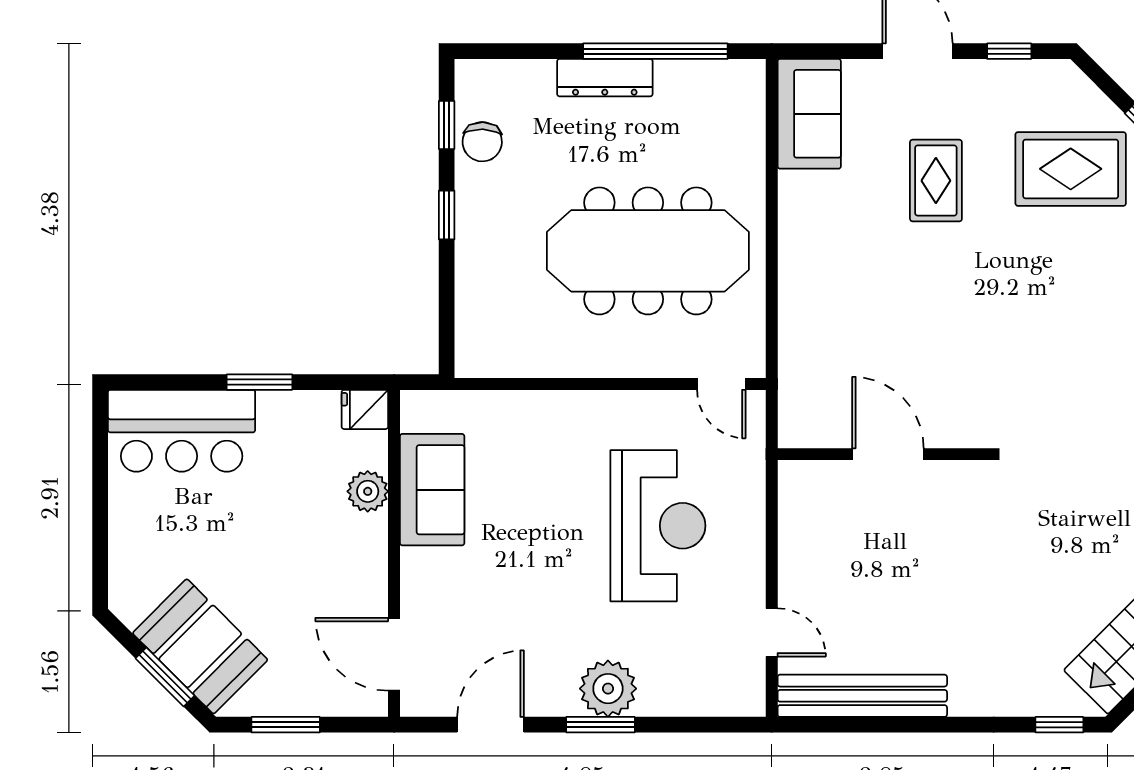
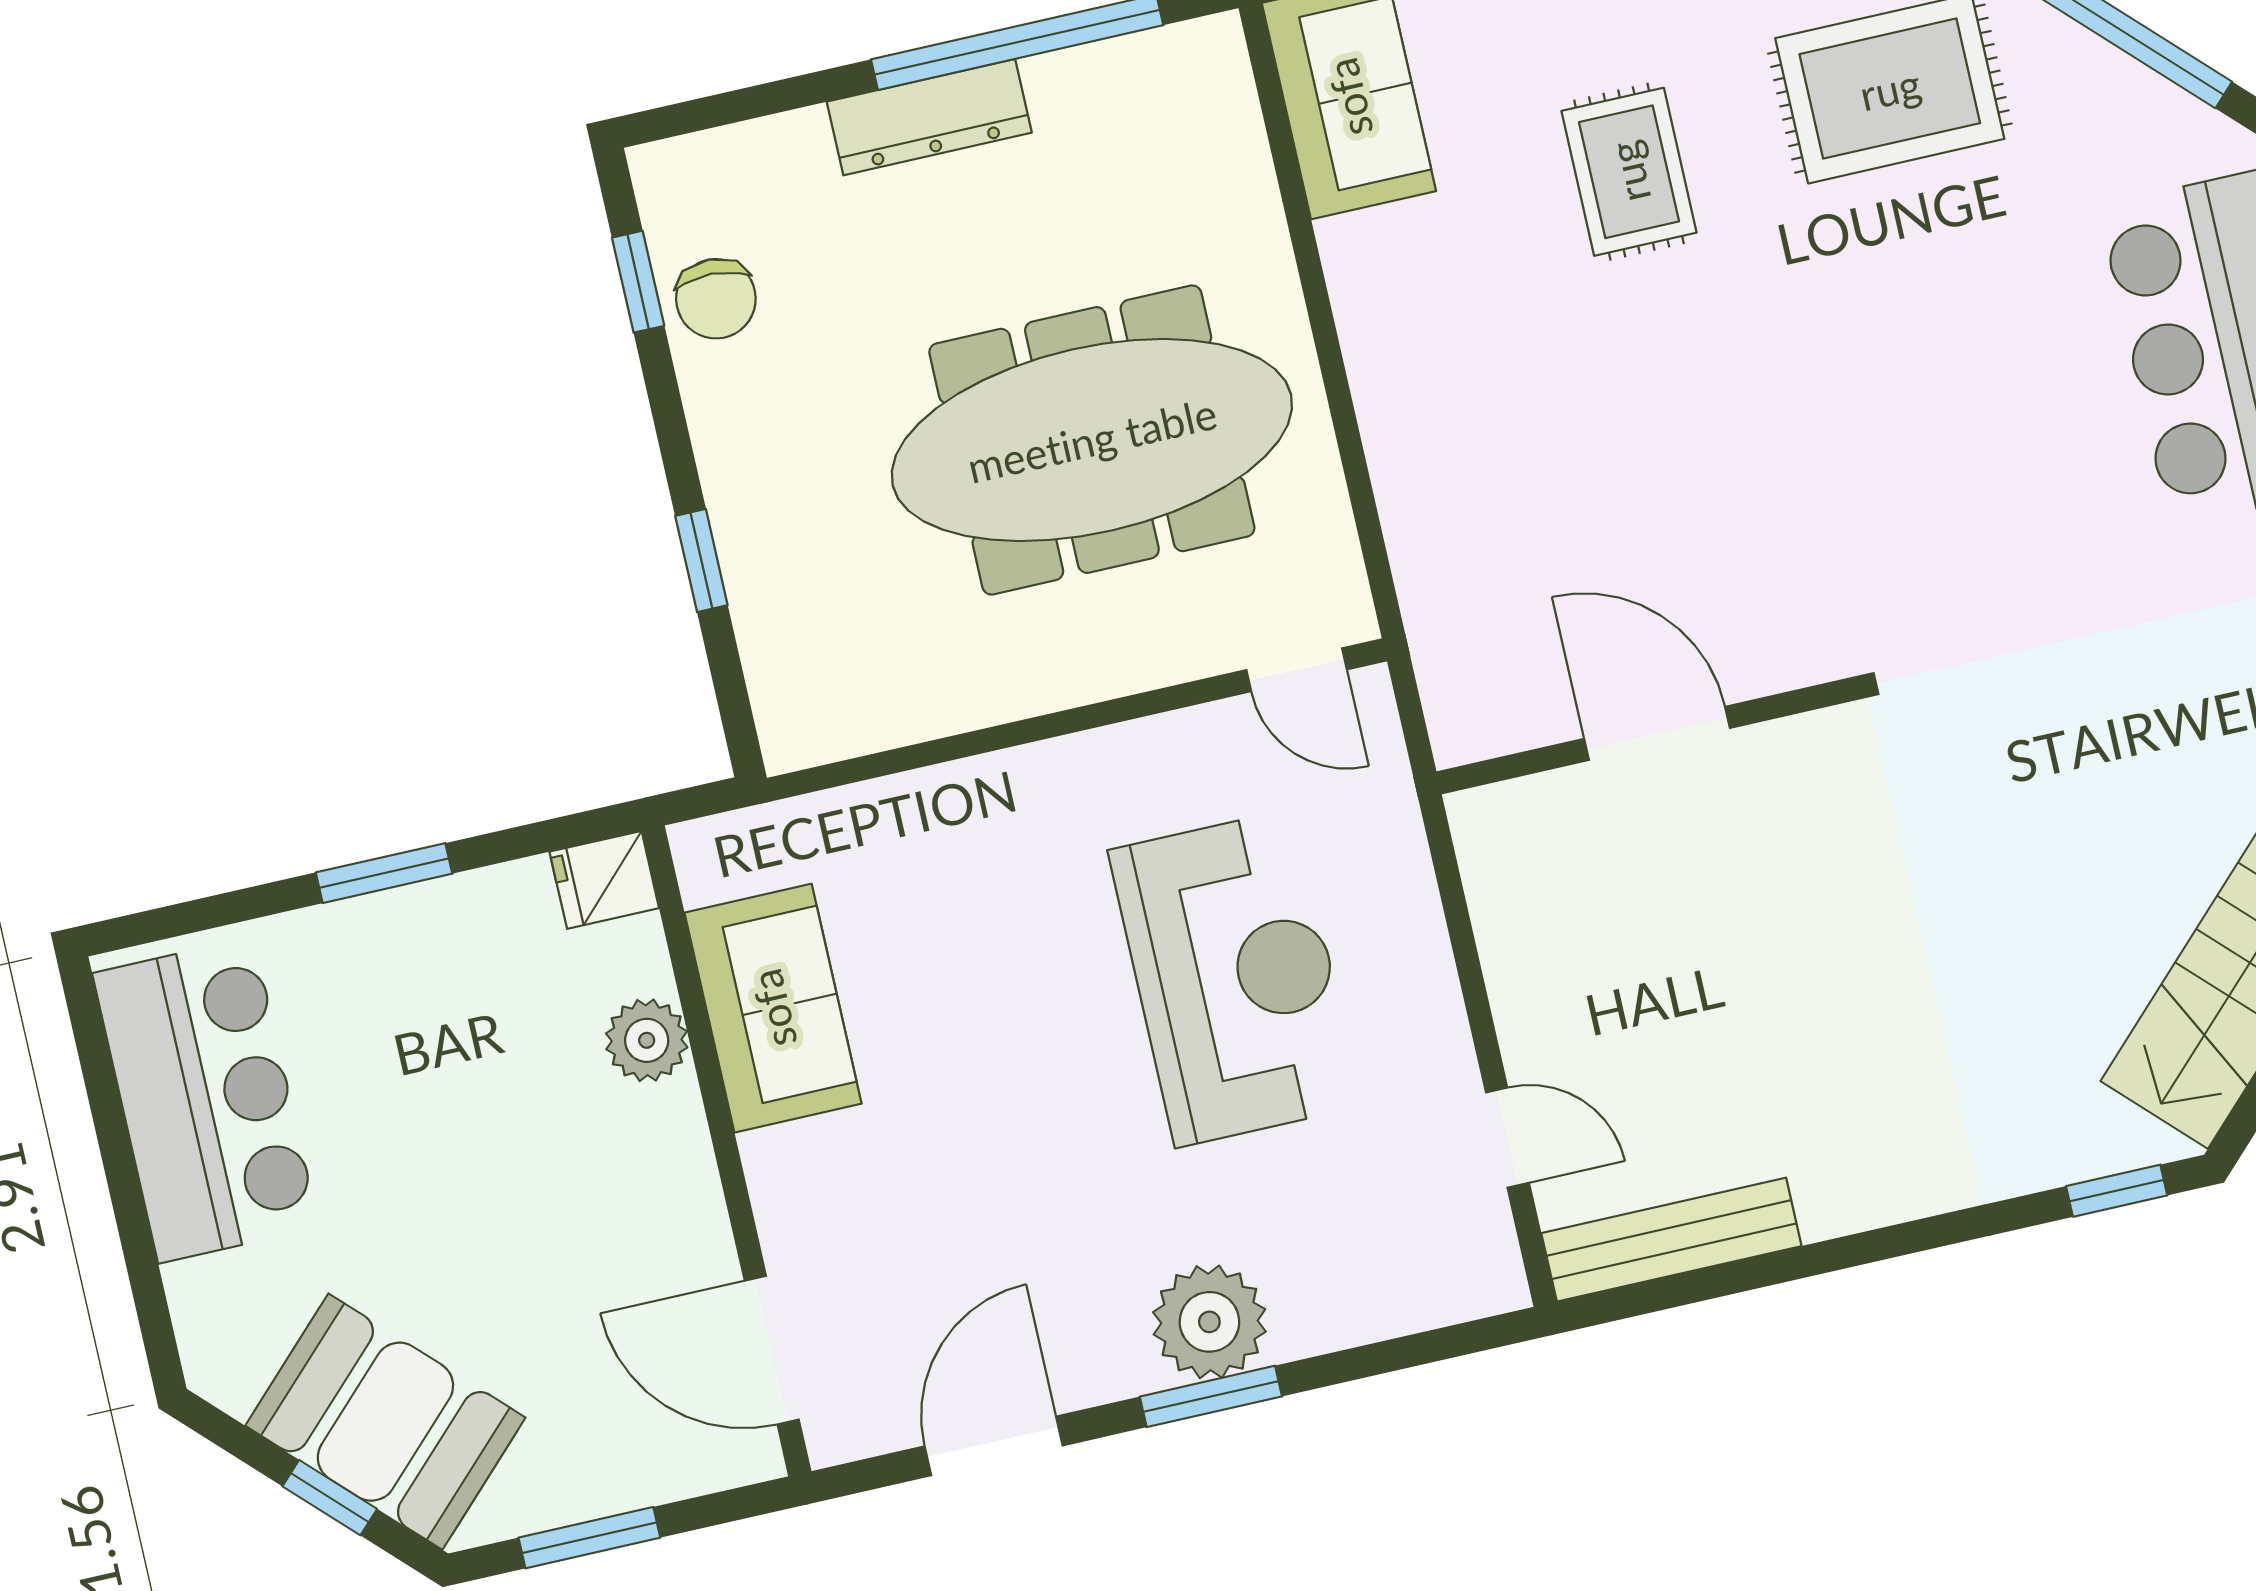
window: (447, 215) -> (701, 561), moved
bar counter: (182, 431) -> (206, 1100), moved, turned -90
window: (165, 677) -> (330, 1498), width x0.67
bench: (862, 696) -> (1671, 1240), width x0.73, depth x0.82

